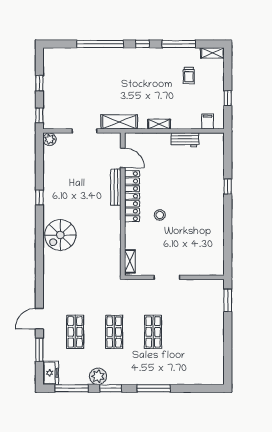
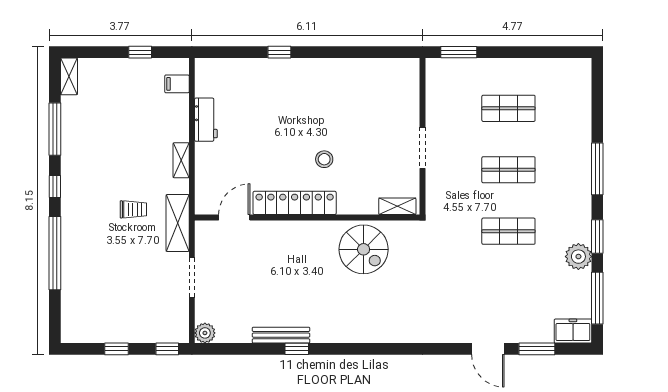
trolley: (189, 75) -> (133, 209), moved
bench: (116, 187) -> (281, 335), moved
spiral stairs: (60, 235) -> (364, 249), moved
shop shelf: (75, 332) -> (508, 108), moved

